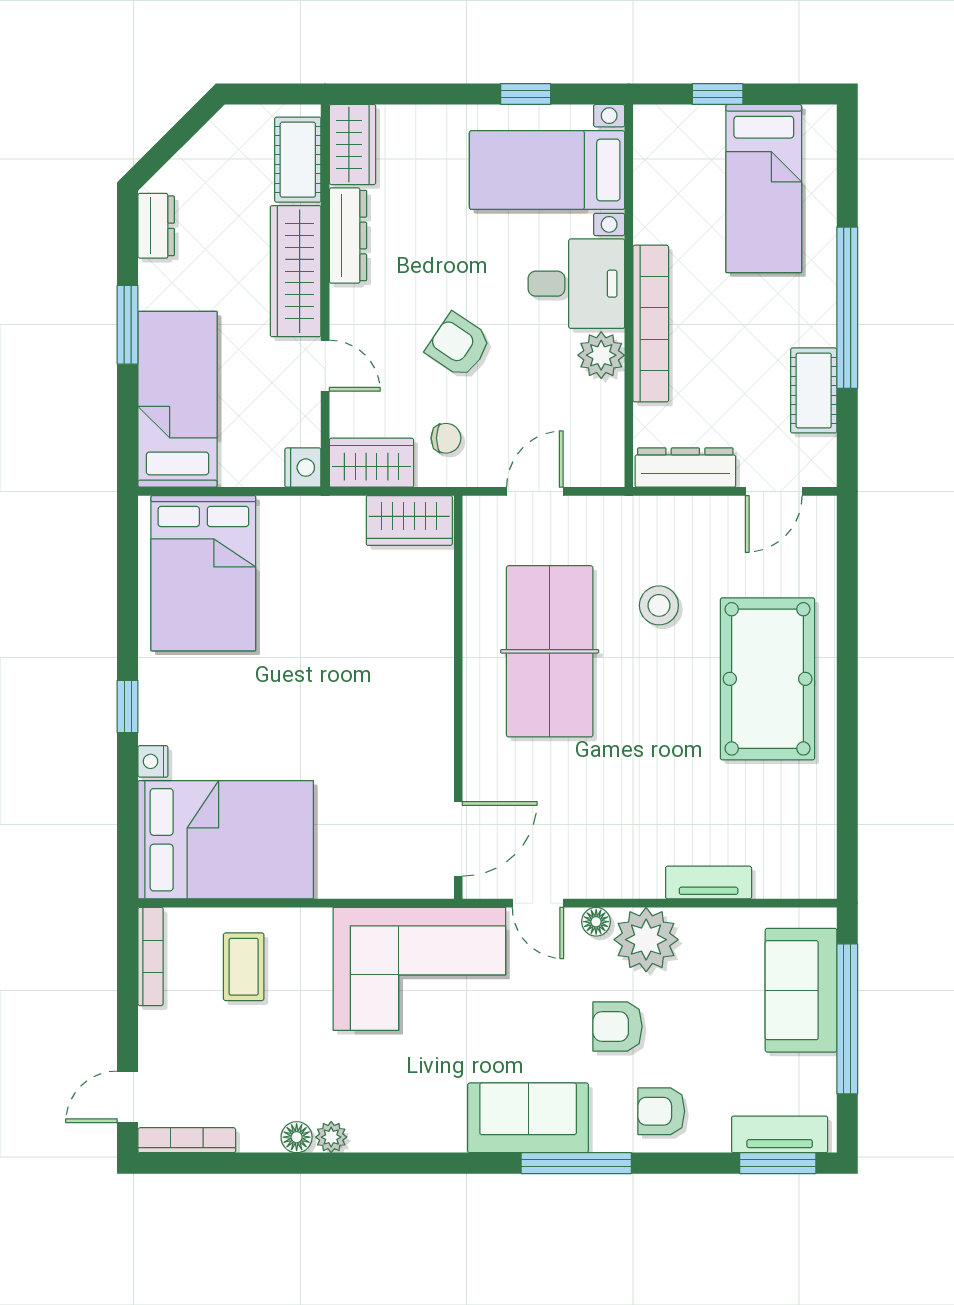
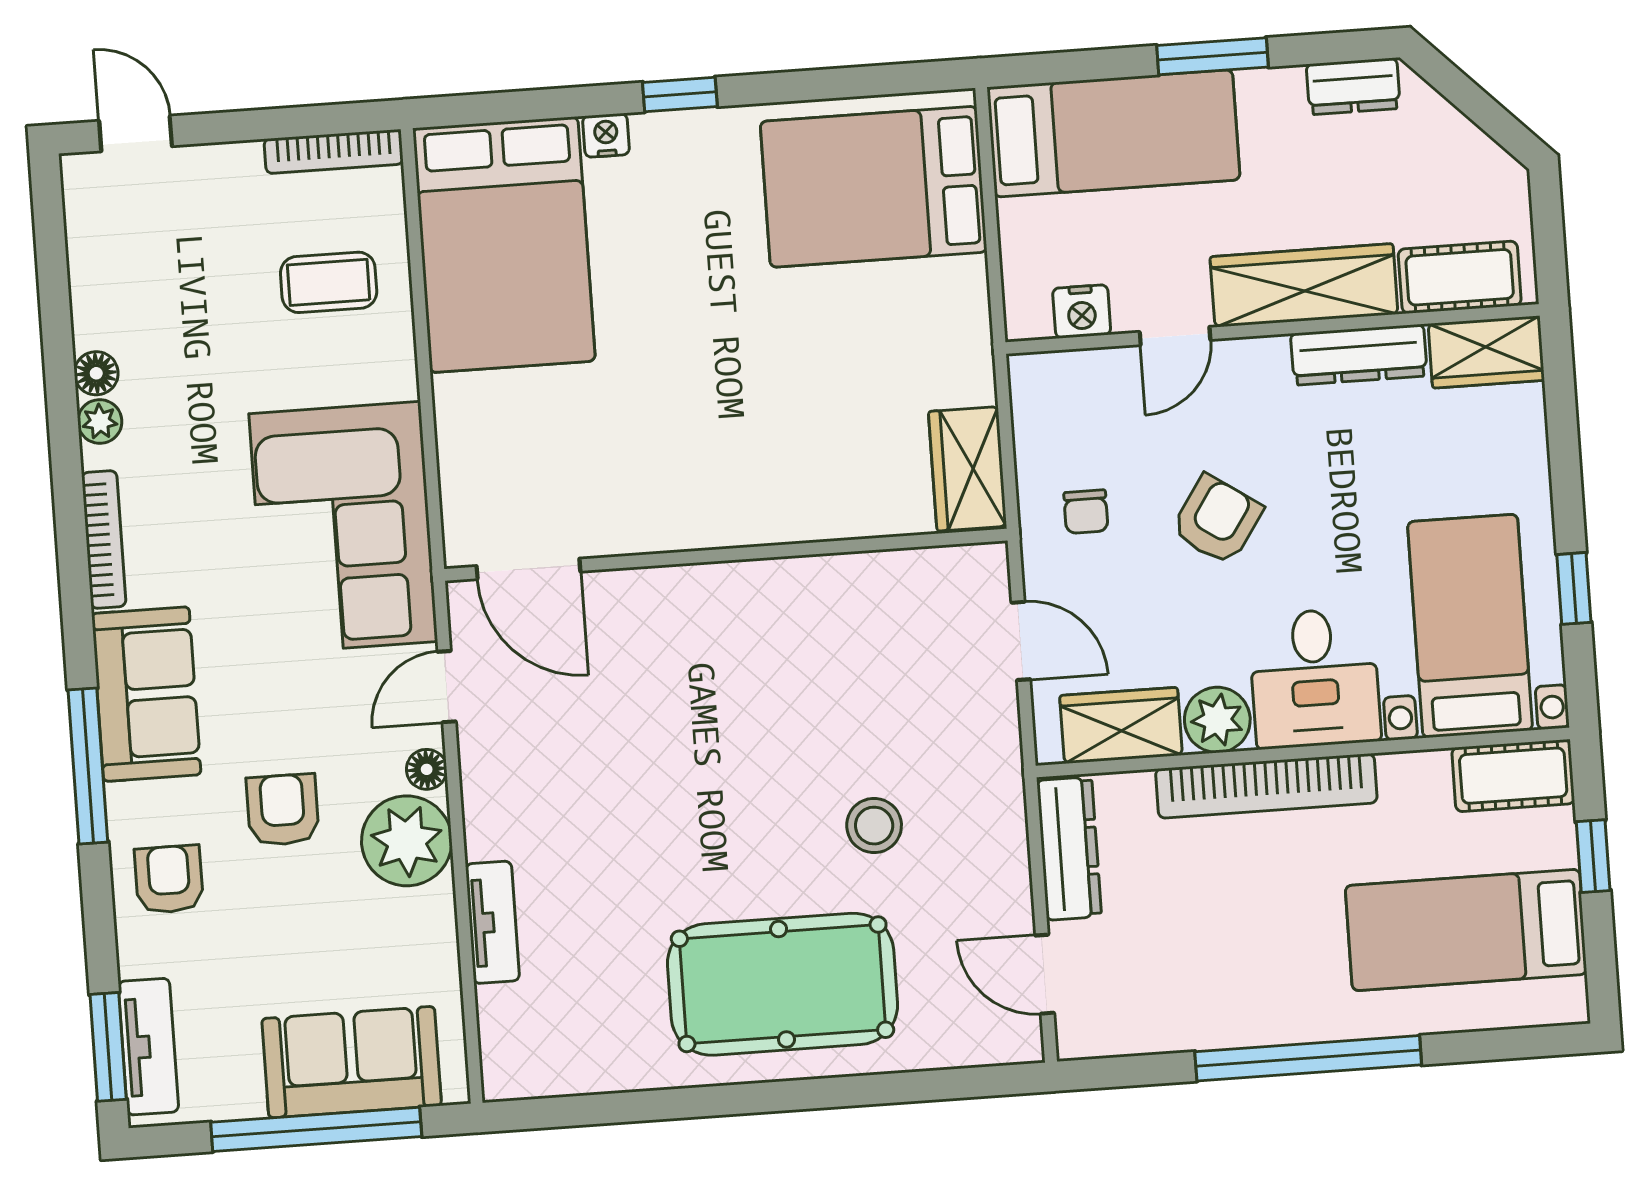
cot: (814, 390) -> (1513, 776), moved
wardrobe: (372, 463) -> (1121, 725), moved, turned -90
nightstand: (303, 468) -> (1082, 311), moved
table tennis table: (550, 651) -> (799, 678), removed
bookcase: (187, 1140) -> (104, 539), moved

